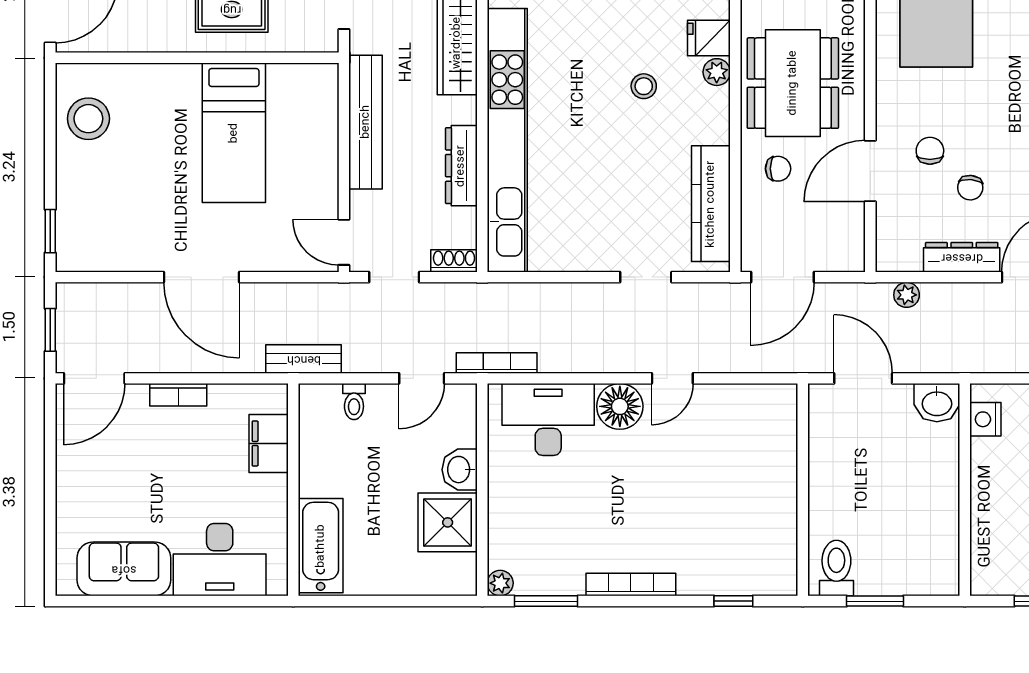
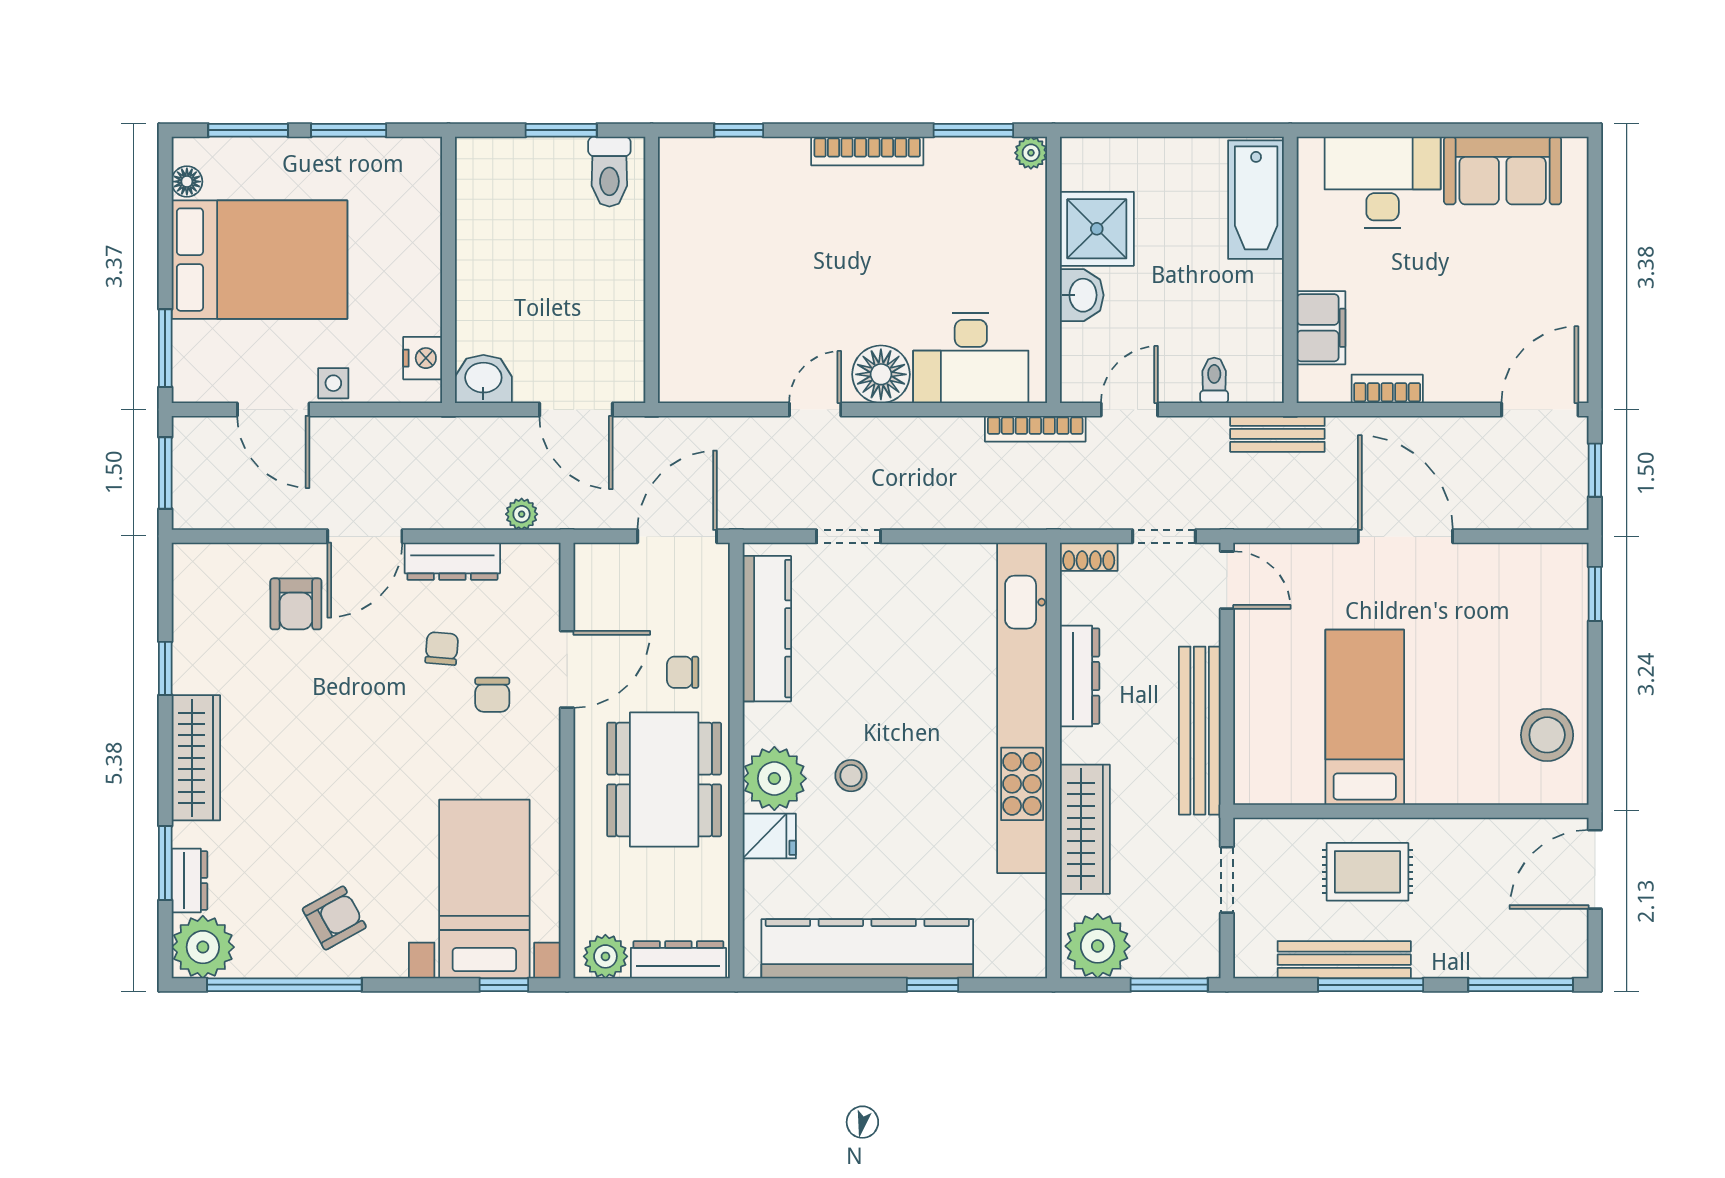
plant: (717, 72) -> (774, 779), width x1.88, depth x1.88
bookcase: (178, 395) -> (1387, 389), moved

